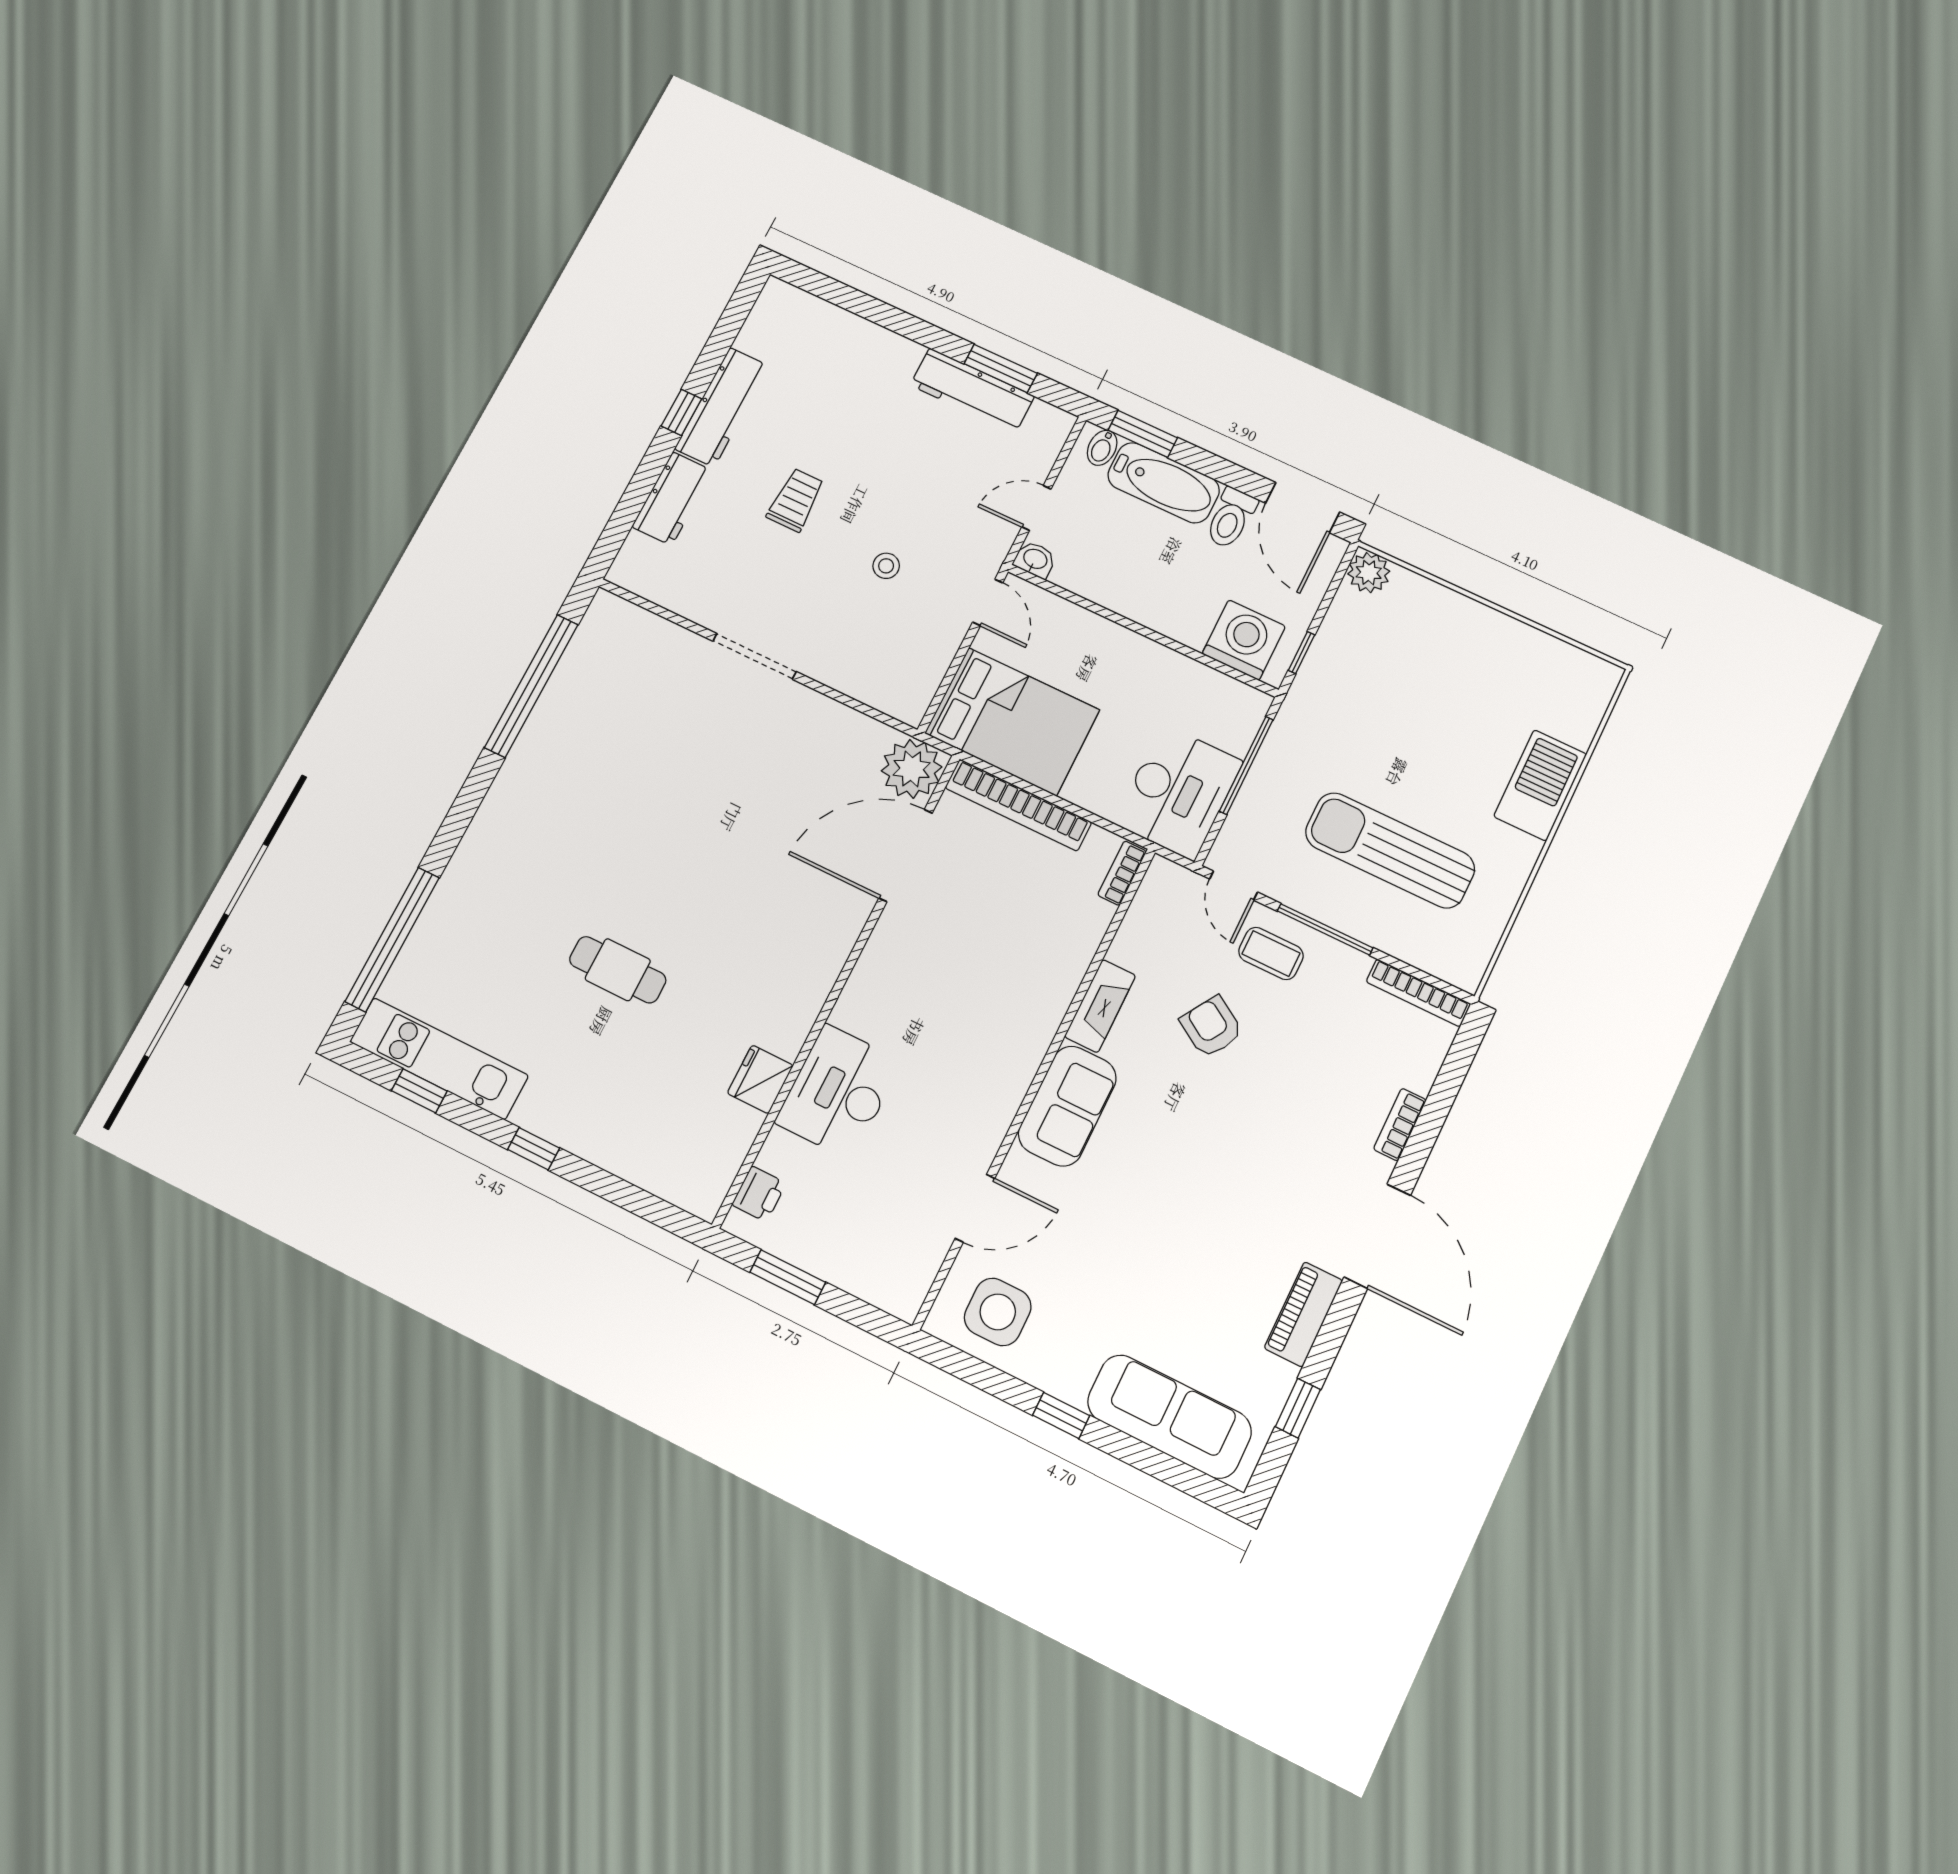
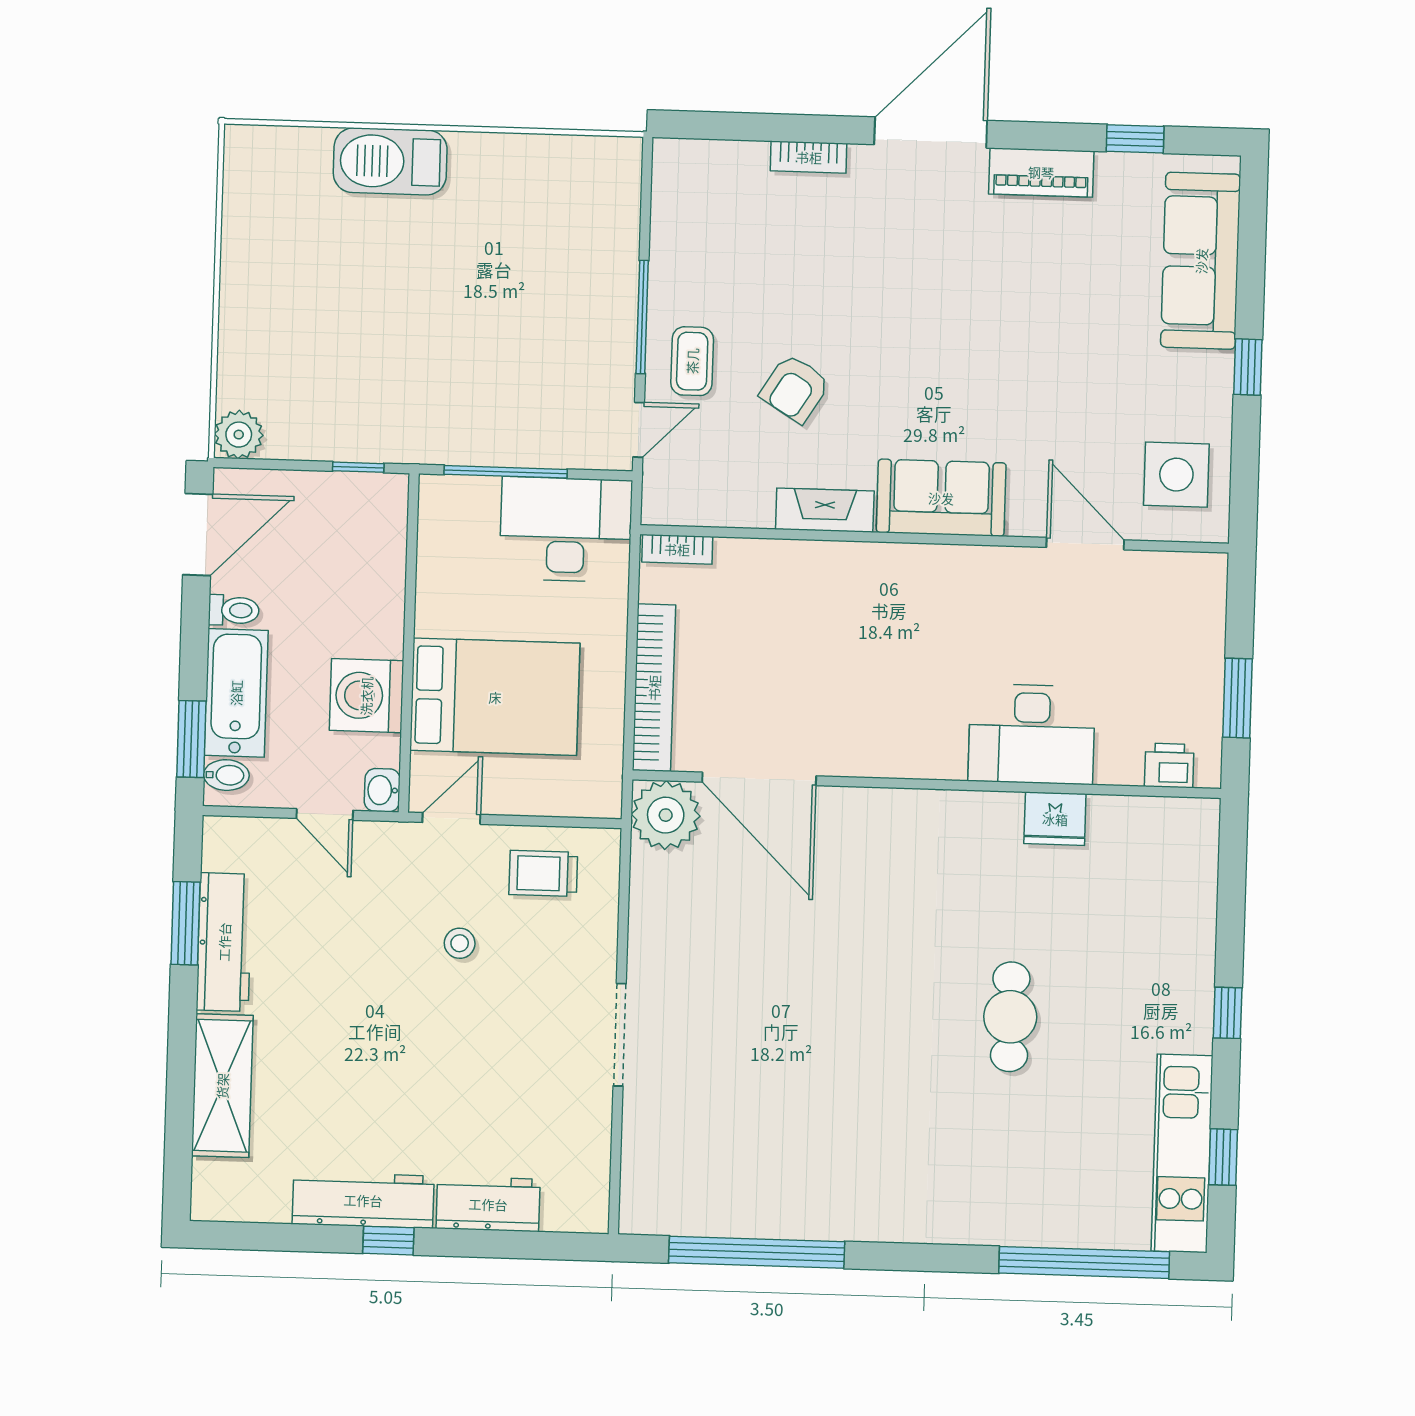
shelving: (862, 342) -> (222, 1086), added
trolley: (796, 500) -> (543, 873), moved
toilet: (1231, 518) -> (234, 610), width x0.73, depth x0.72
washing machine: (1244, 640) -> (366, 696), moved
bed: (1012, 722) -> (495, 697), moved, turned 90
sun lounger: (1390, 850) -> (529, 286), removed
bookcase: (1418, 993) -> (665, 195), removed

